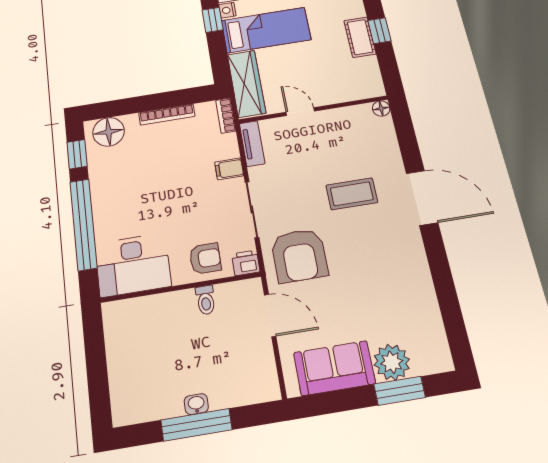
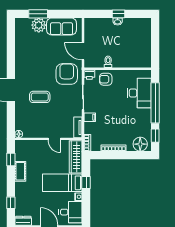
window: (213, 20) -> (86, 183), moved
window: (379, 31) -> (11, 160), moved
desk: (133, 265) -> (139, 93), moved, turned 90
window: (196, 425) -> (119, 14), width x0.46

